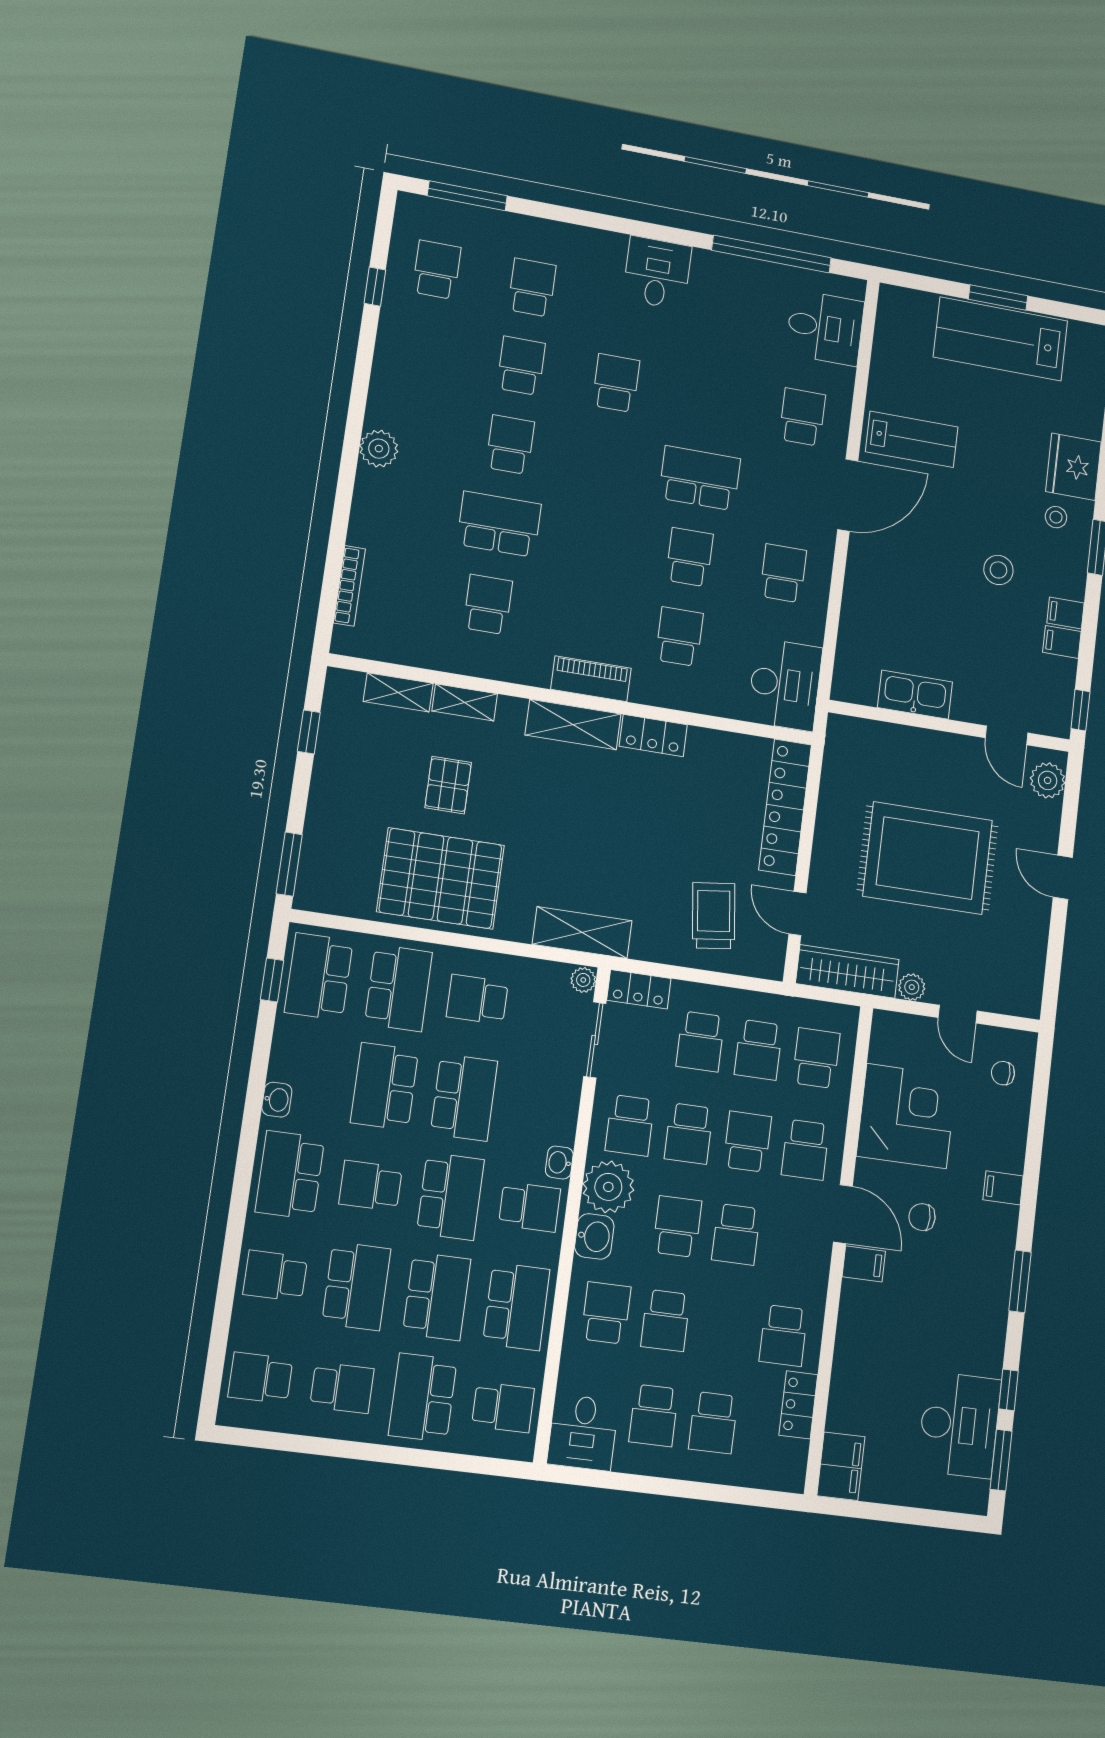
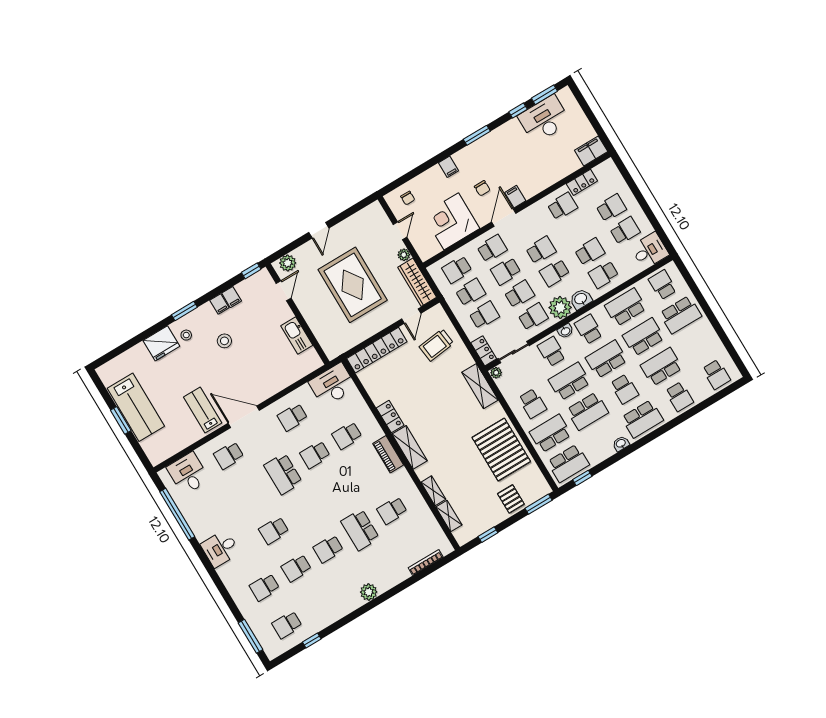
pallet: (448, 785) -> (511, 499), moved, turned 90
school desk: (342, 1388) -> (552, 352), moved

